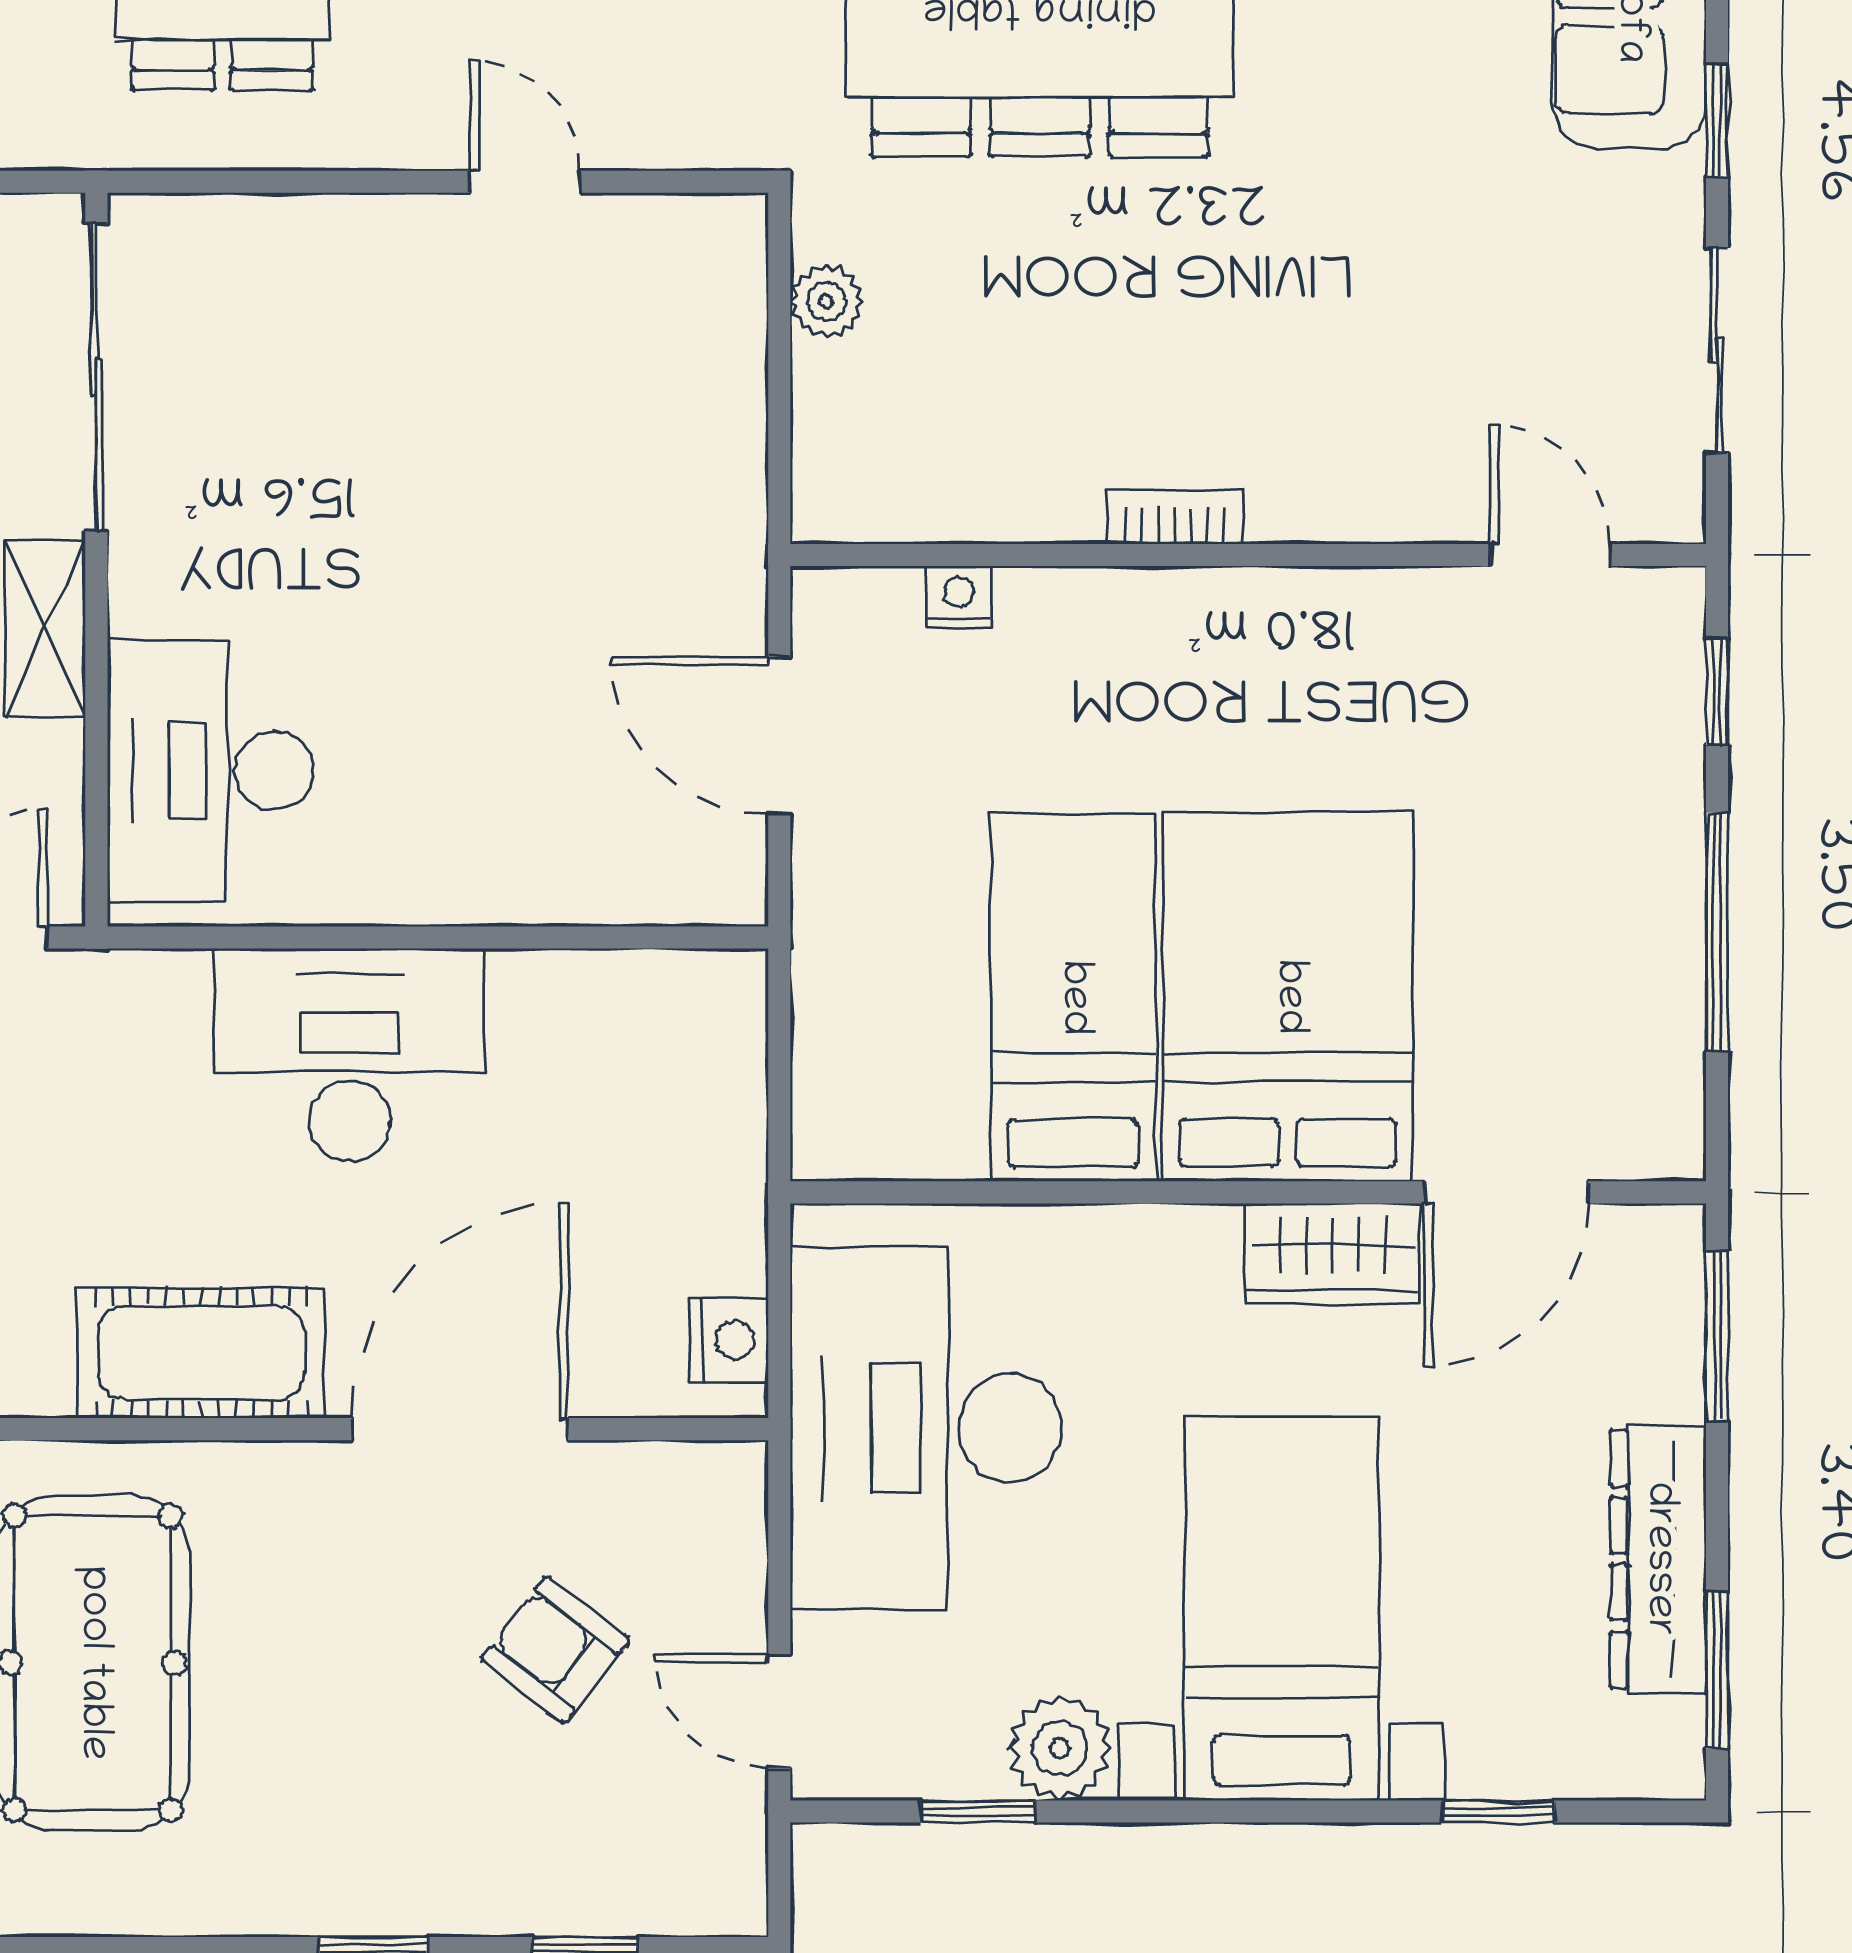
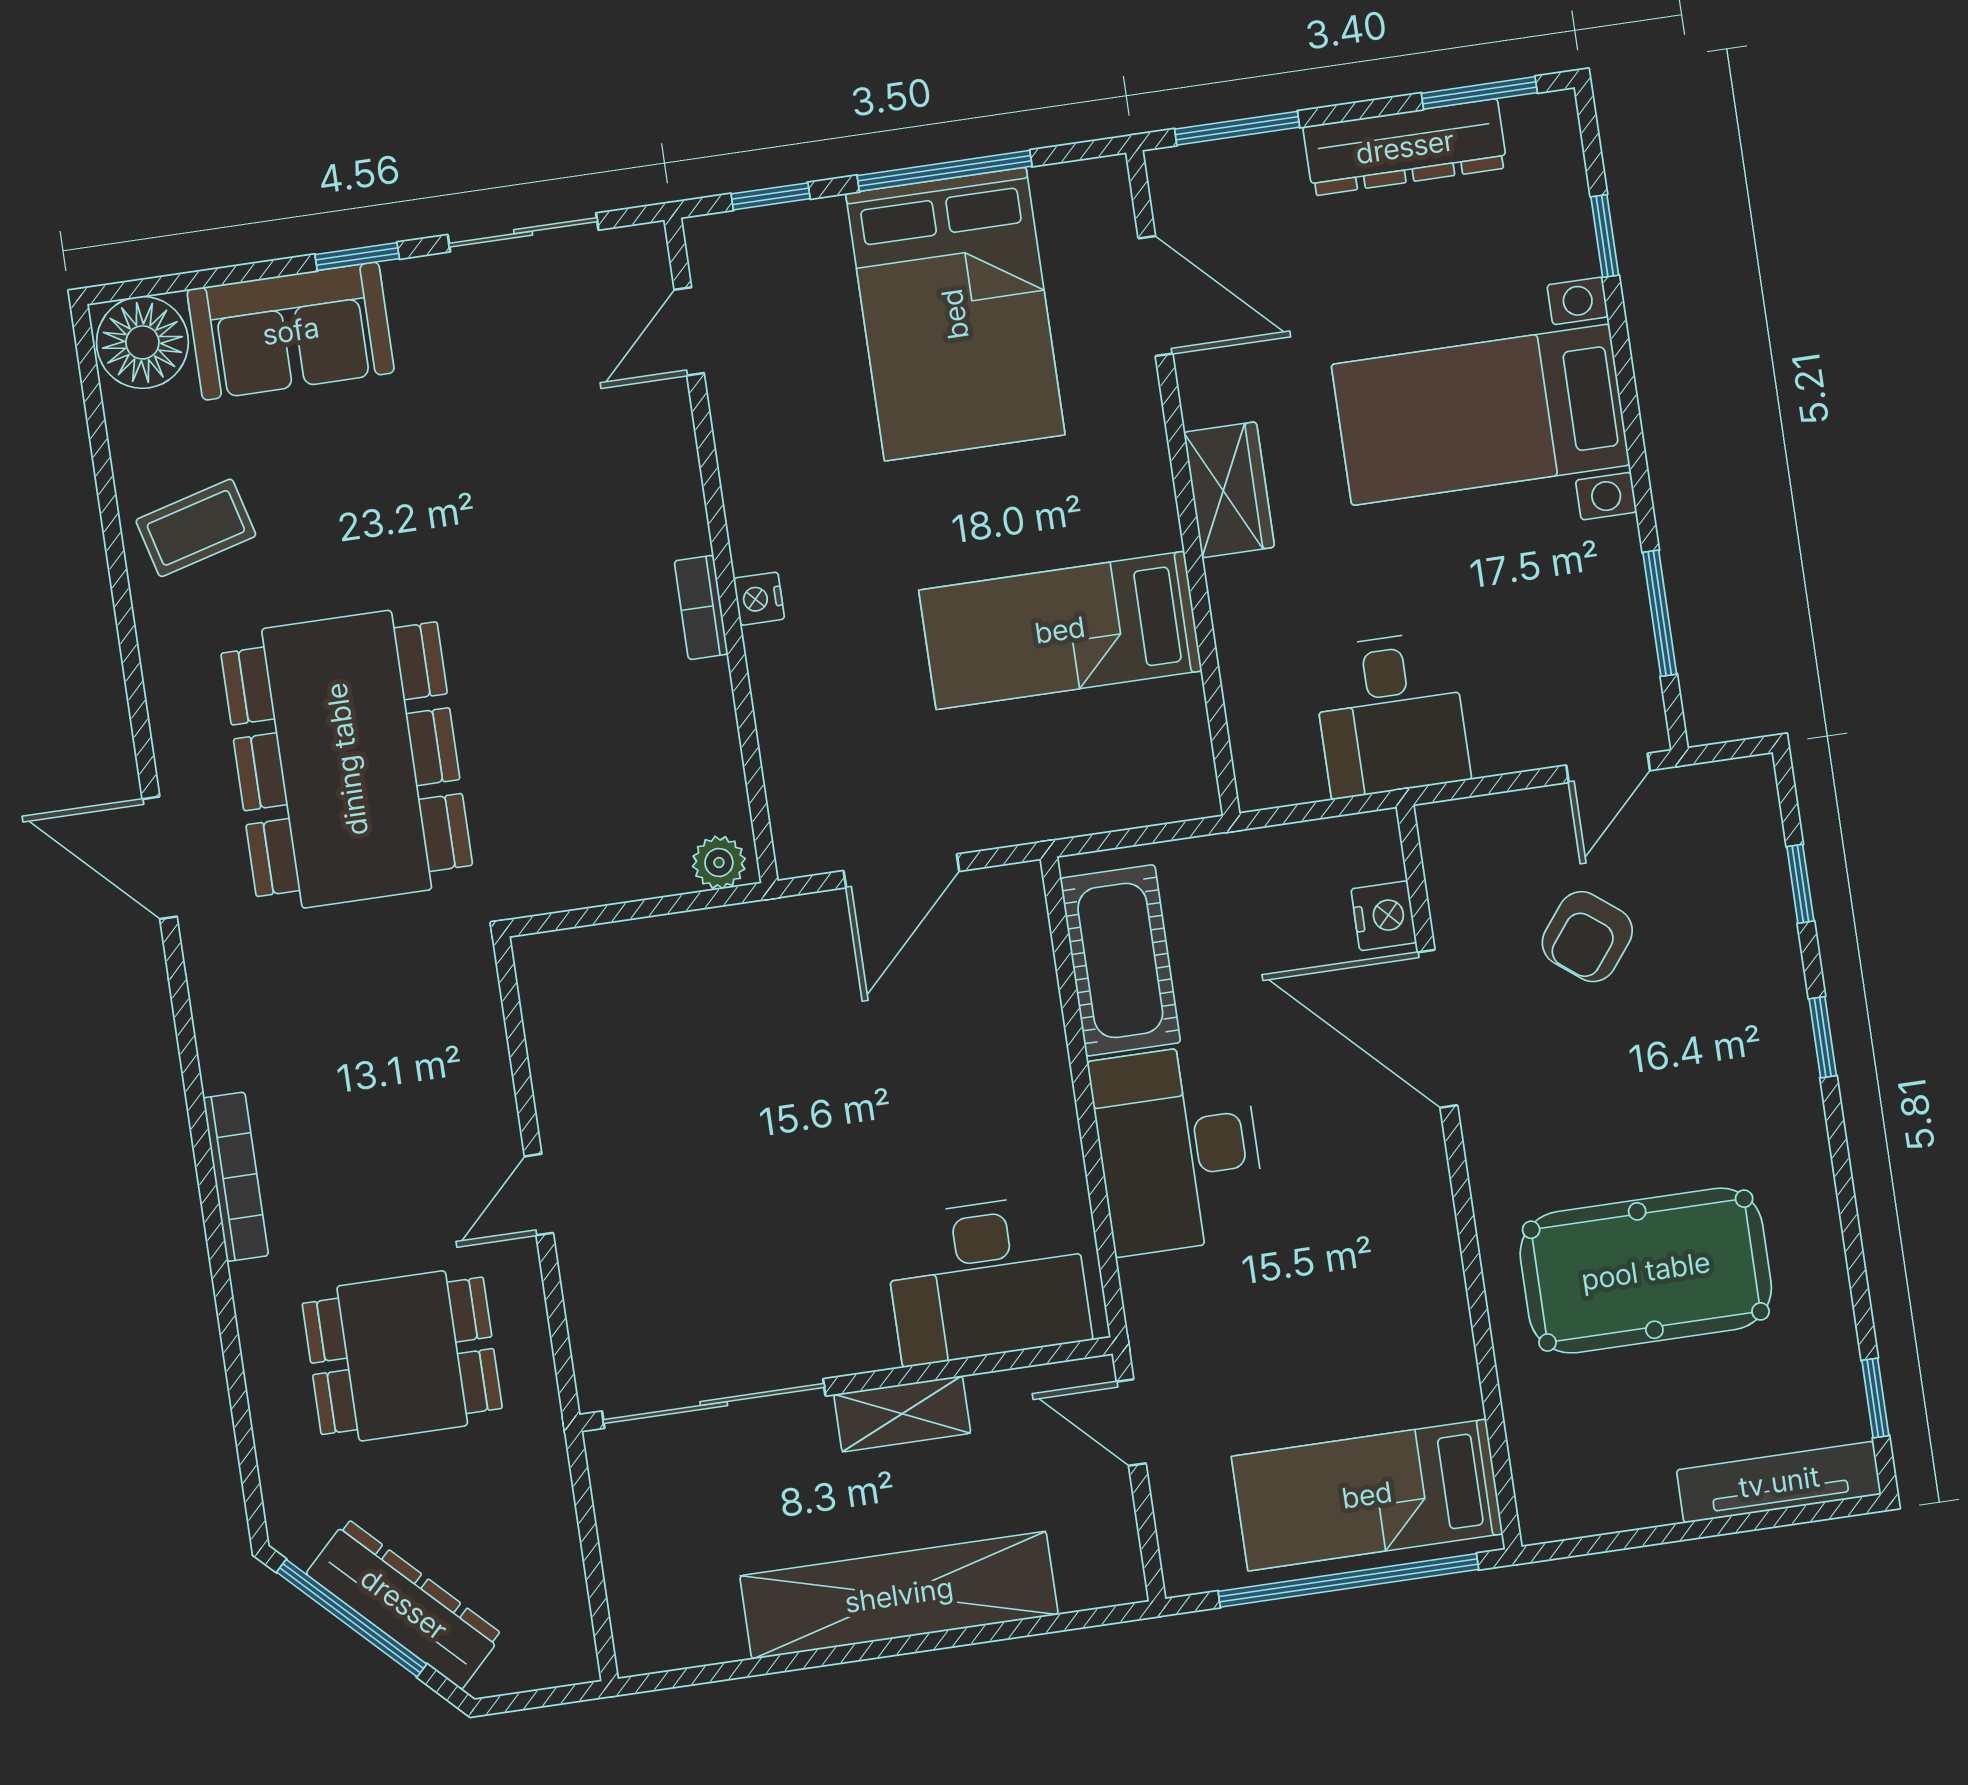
door: (525, 182) -> (539, 1195), moved
plant: (827, 301) -> (719, 863), moved
nightstand: (959, 597) -> (759, 599), moved
bed: (1288, 997) -> (955, 314), moved, turned -90
wardrobe: (1332, 1254) -> (1229, 490), moved
nightstand: (729, 1340) -> (1384, 916), moved, turned 90
cot: (201, 1353) -> (1120, 960), moved
desk: (926, 1428) -> (1391, 714), width x0.53, depth x0.77
plant: (1060, 1748) -> (1605, 561), removed
window: (978, 1811) -> (1660, 613), width x1.50

